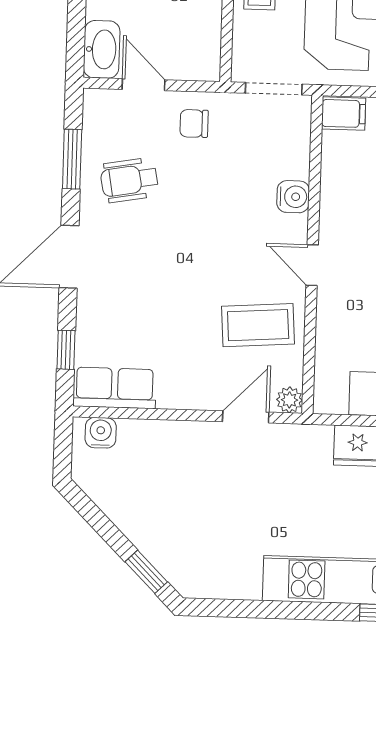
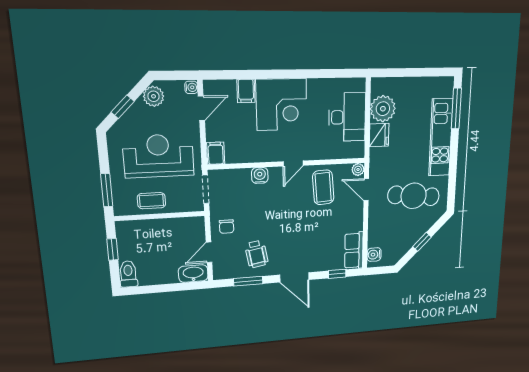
cafe table: (223, 522) -> (414, 196), added
window: (146, 572) -> (422, 242), moved

